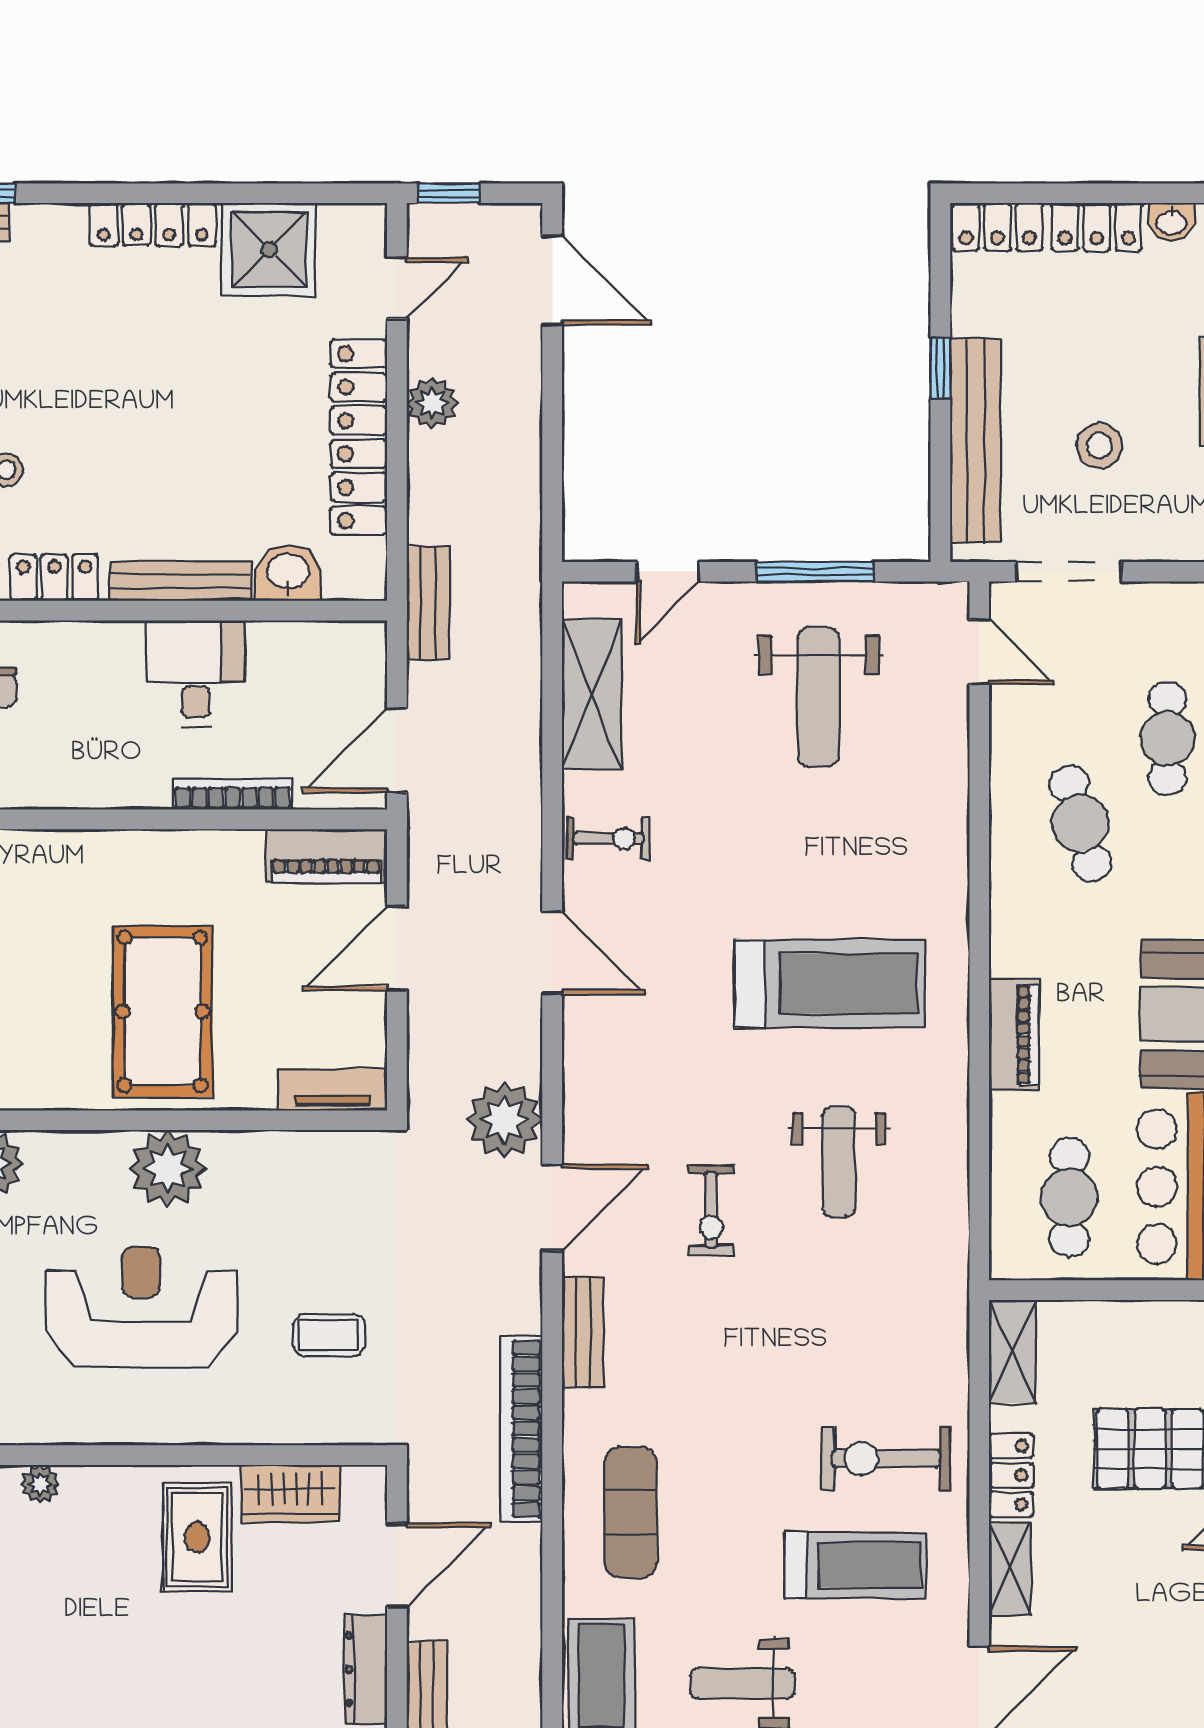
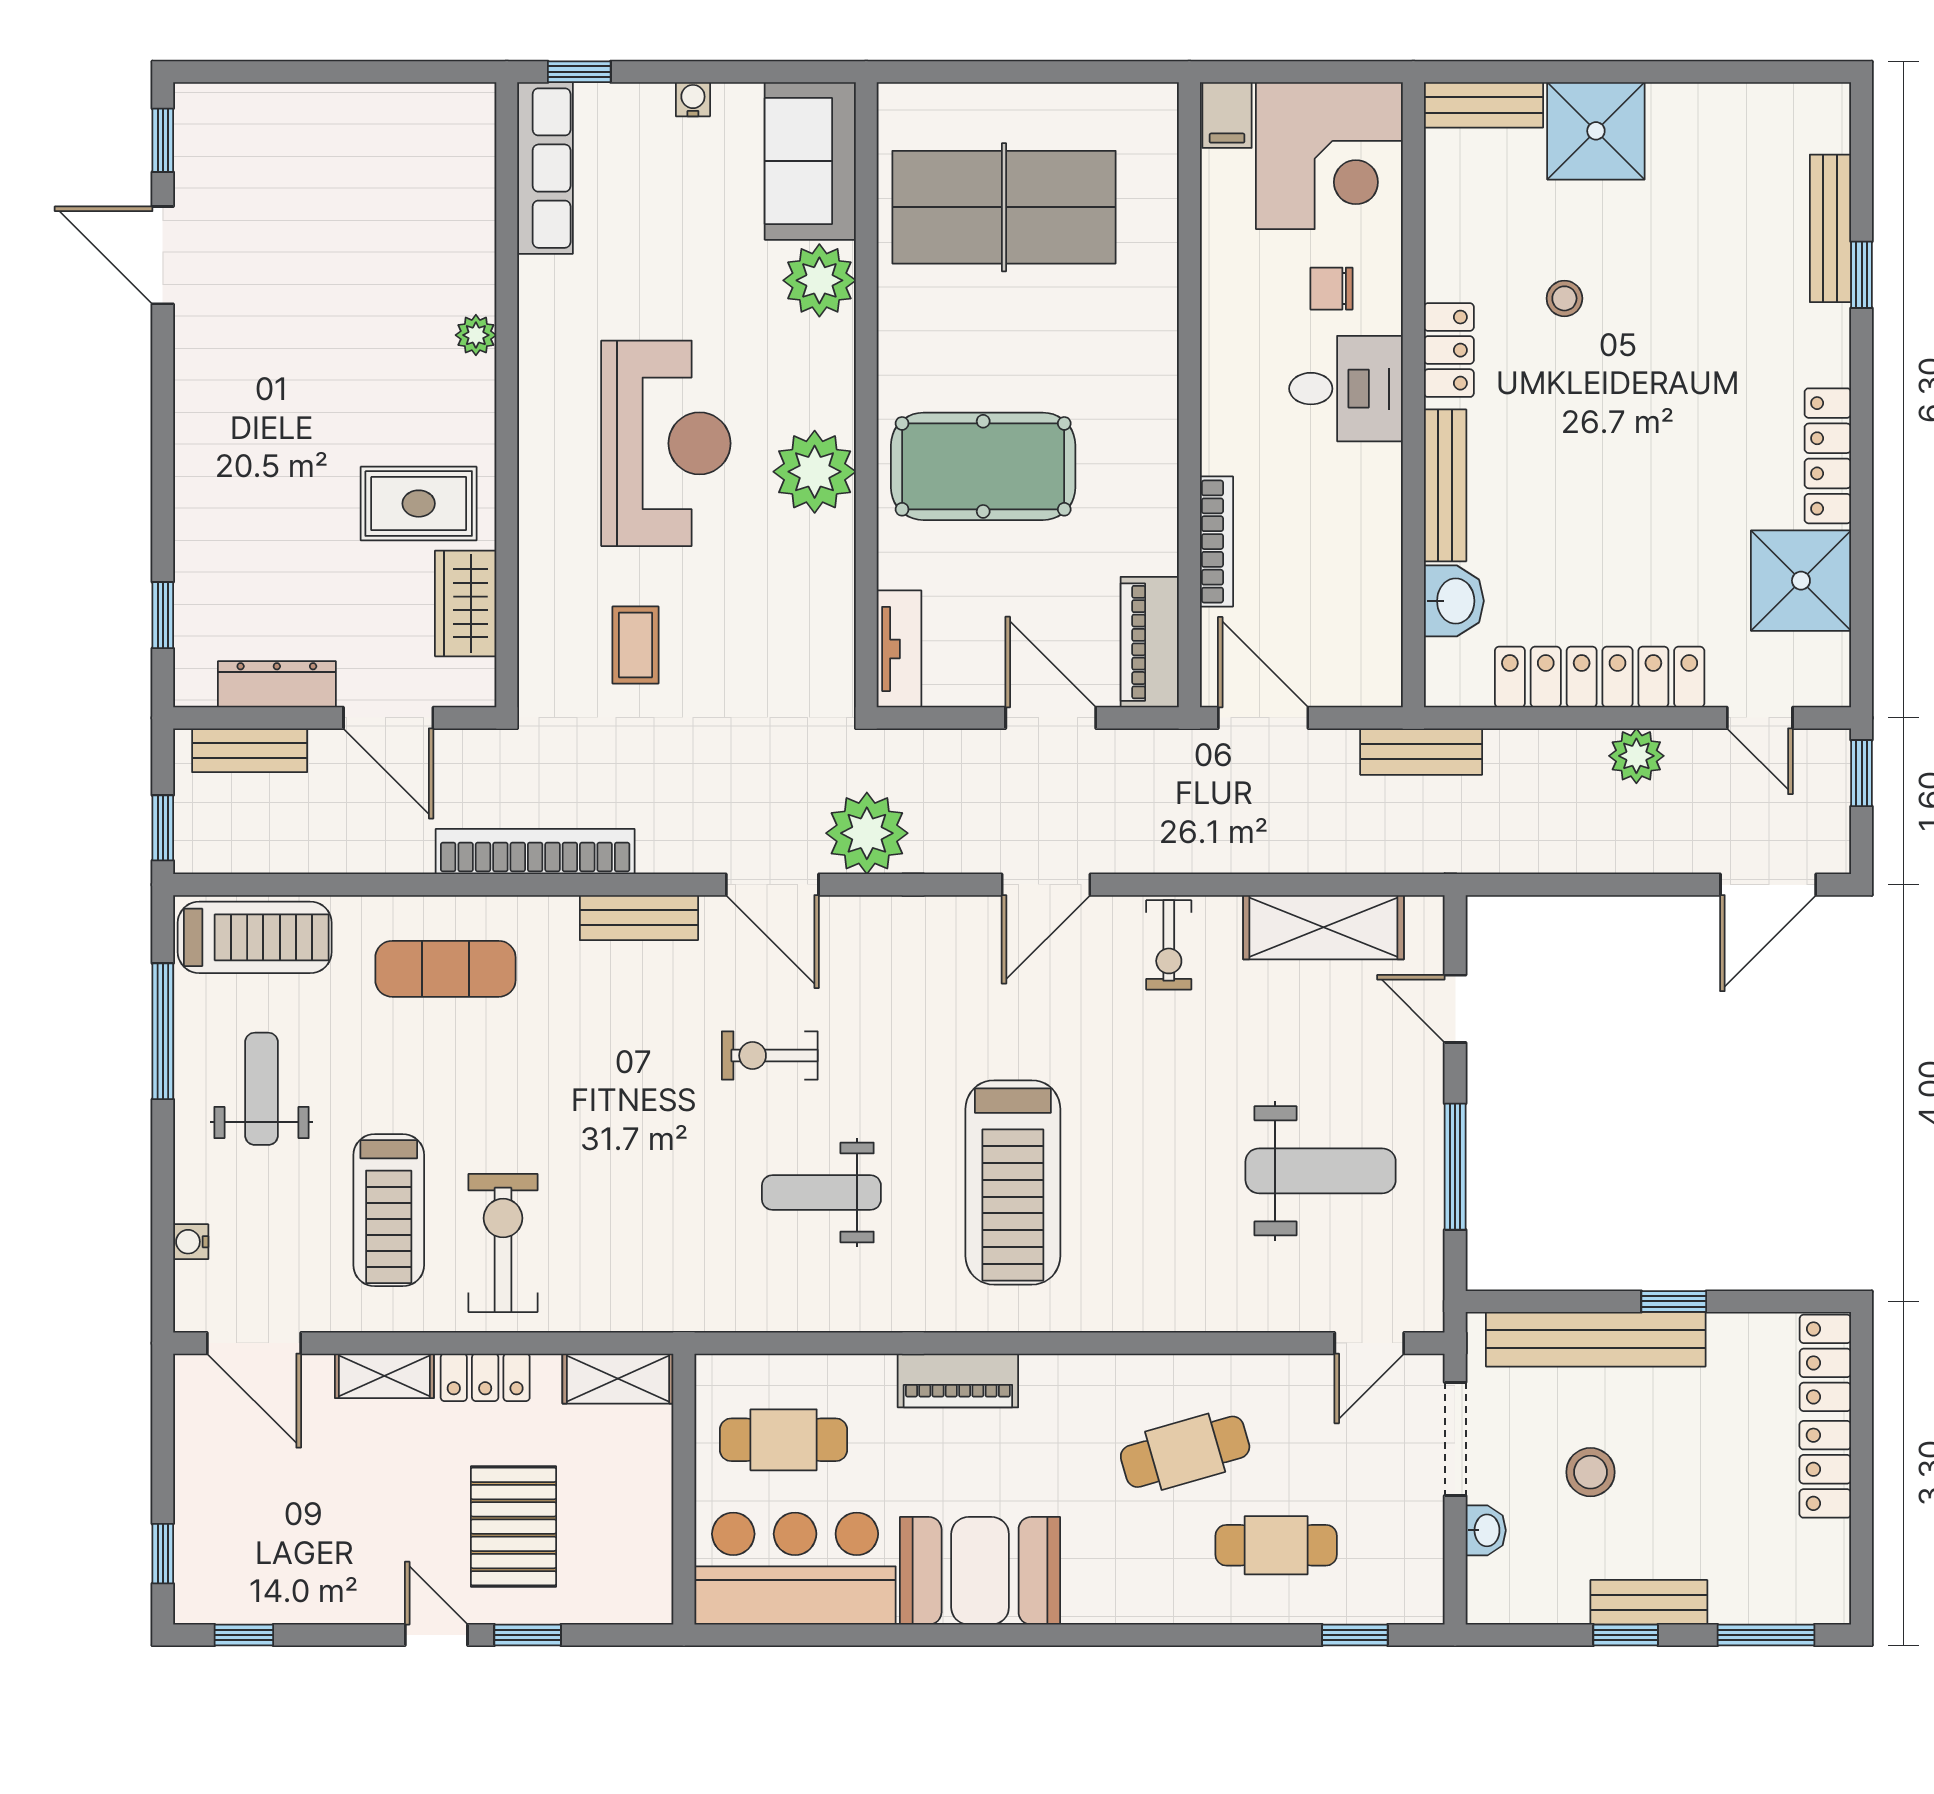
washbasin: (1171, 222) -> (1486, 1530), moved, turned 180
desk: (196, 673) -> (1346, 389), moved
weight bench: (819, 697) -> (1321, 1171), turned 180

